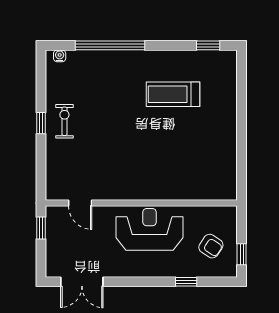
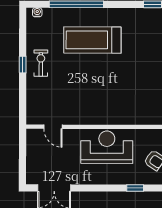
treadmill: (173, 94) -> (92, 40), moved, width x1.37, depth x1.37
window: (41, 228) -> (23, 146), removed

